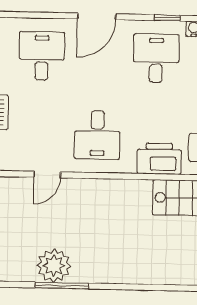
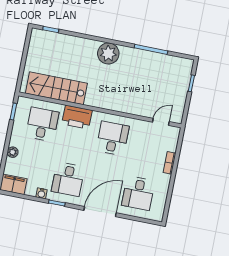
door: (97, 16) -> (100, 212), width x1.36
door: (47, 175) -> (161, 122), moved
plant: (54, 266) -> (108, 53), moved

